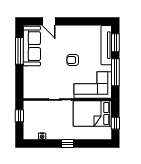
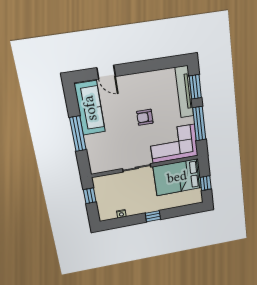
window: (19, 51) -> (78, 134), moved

